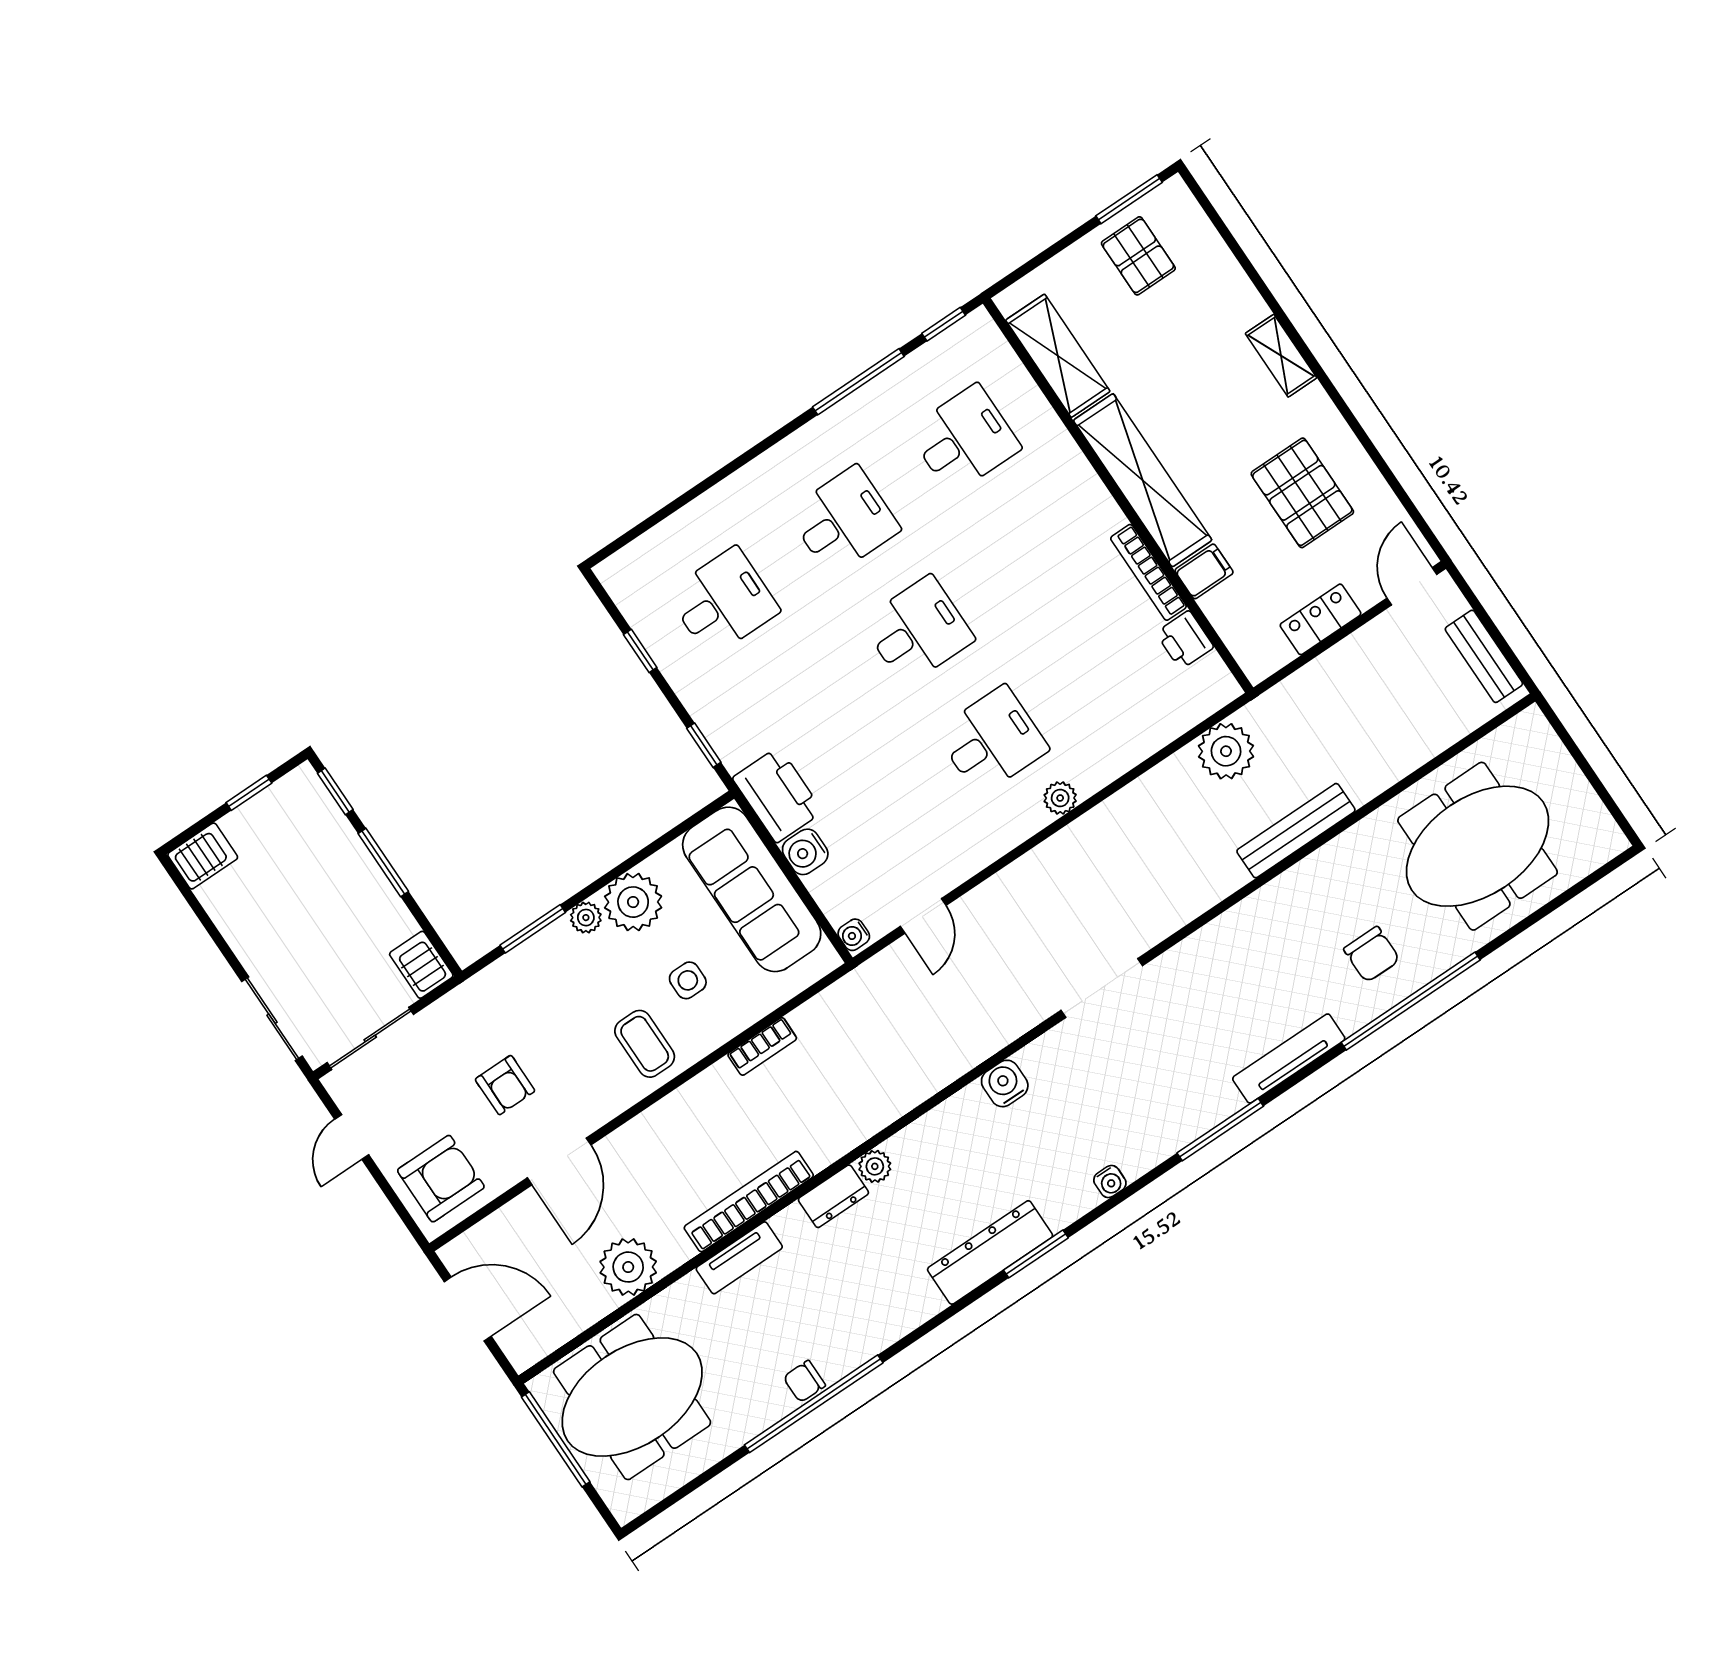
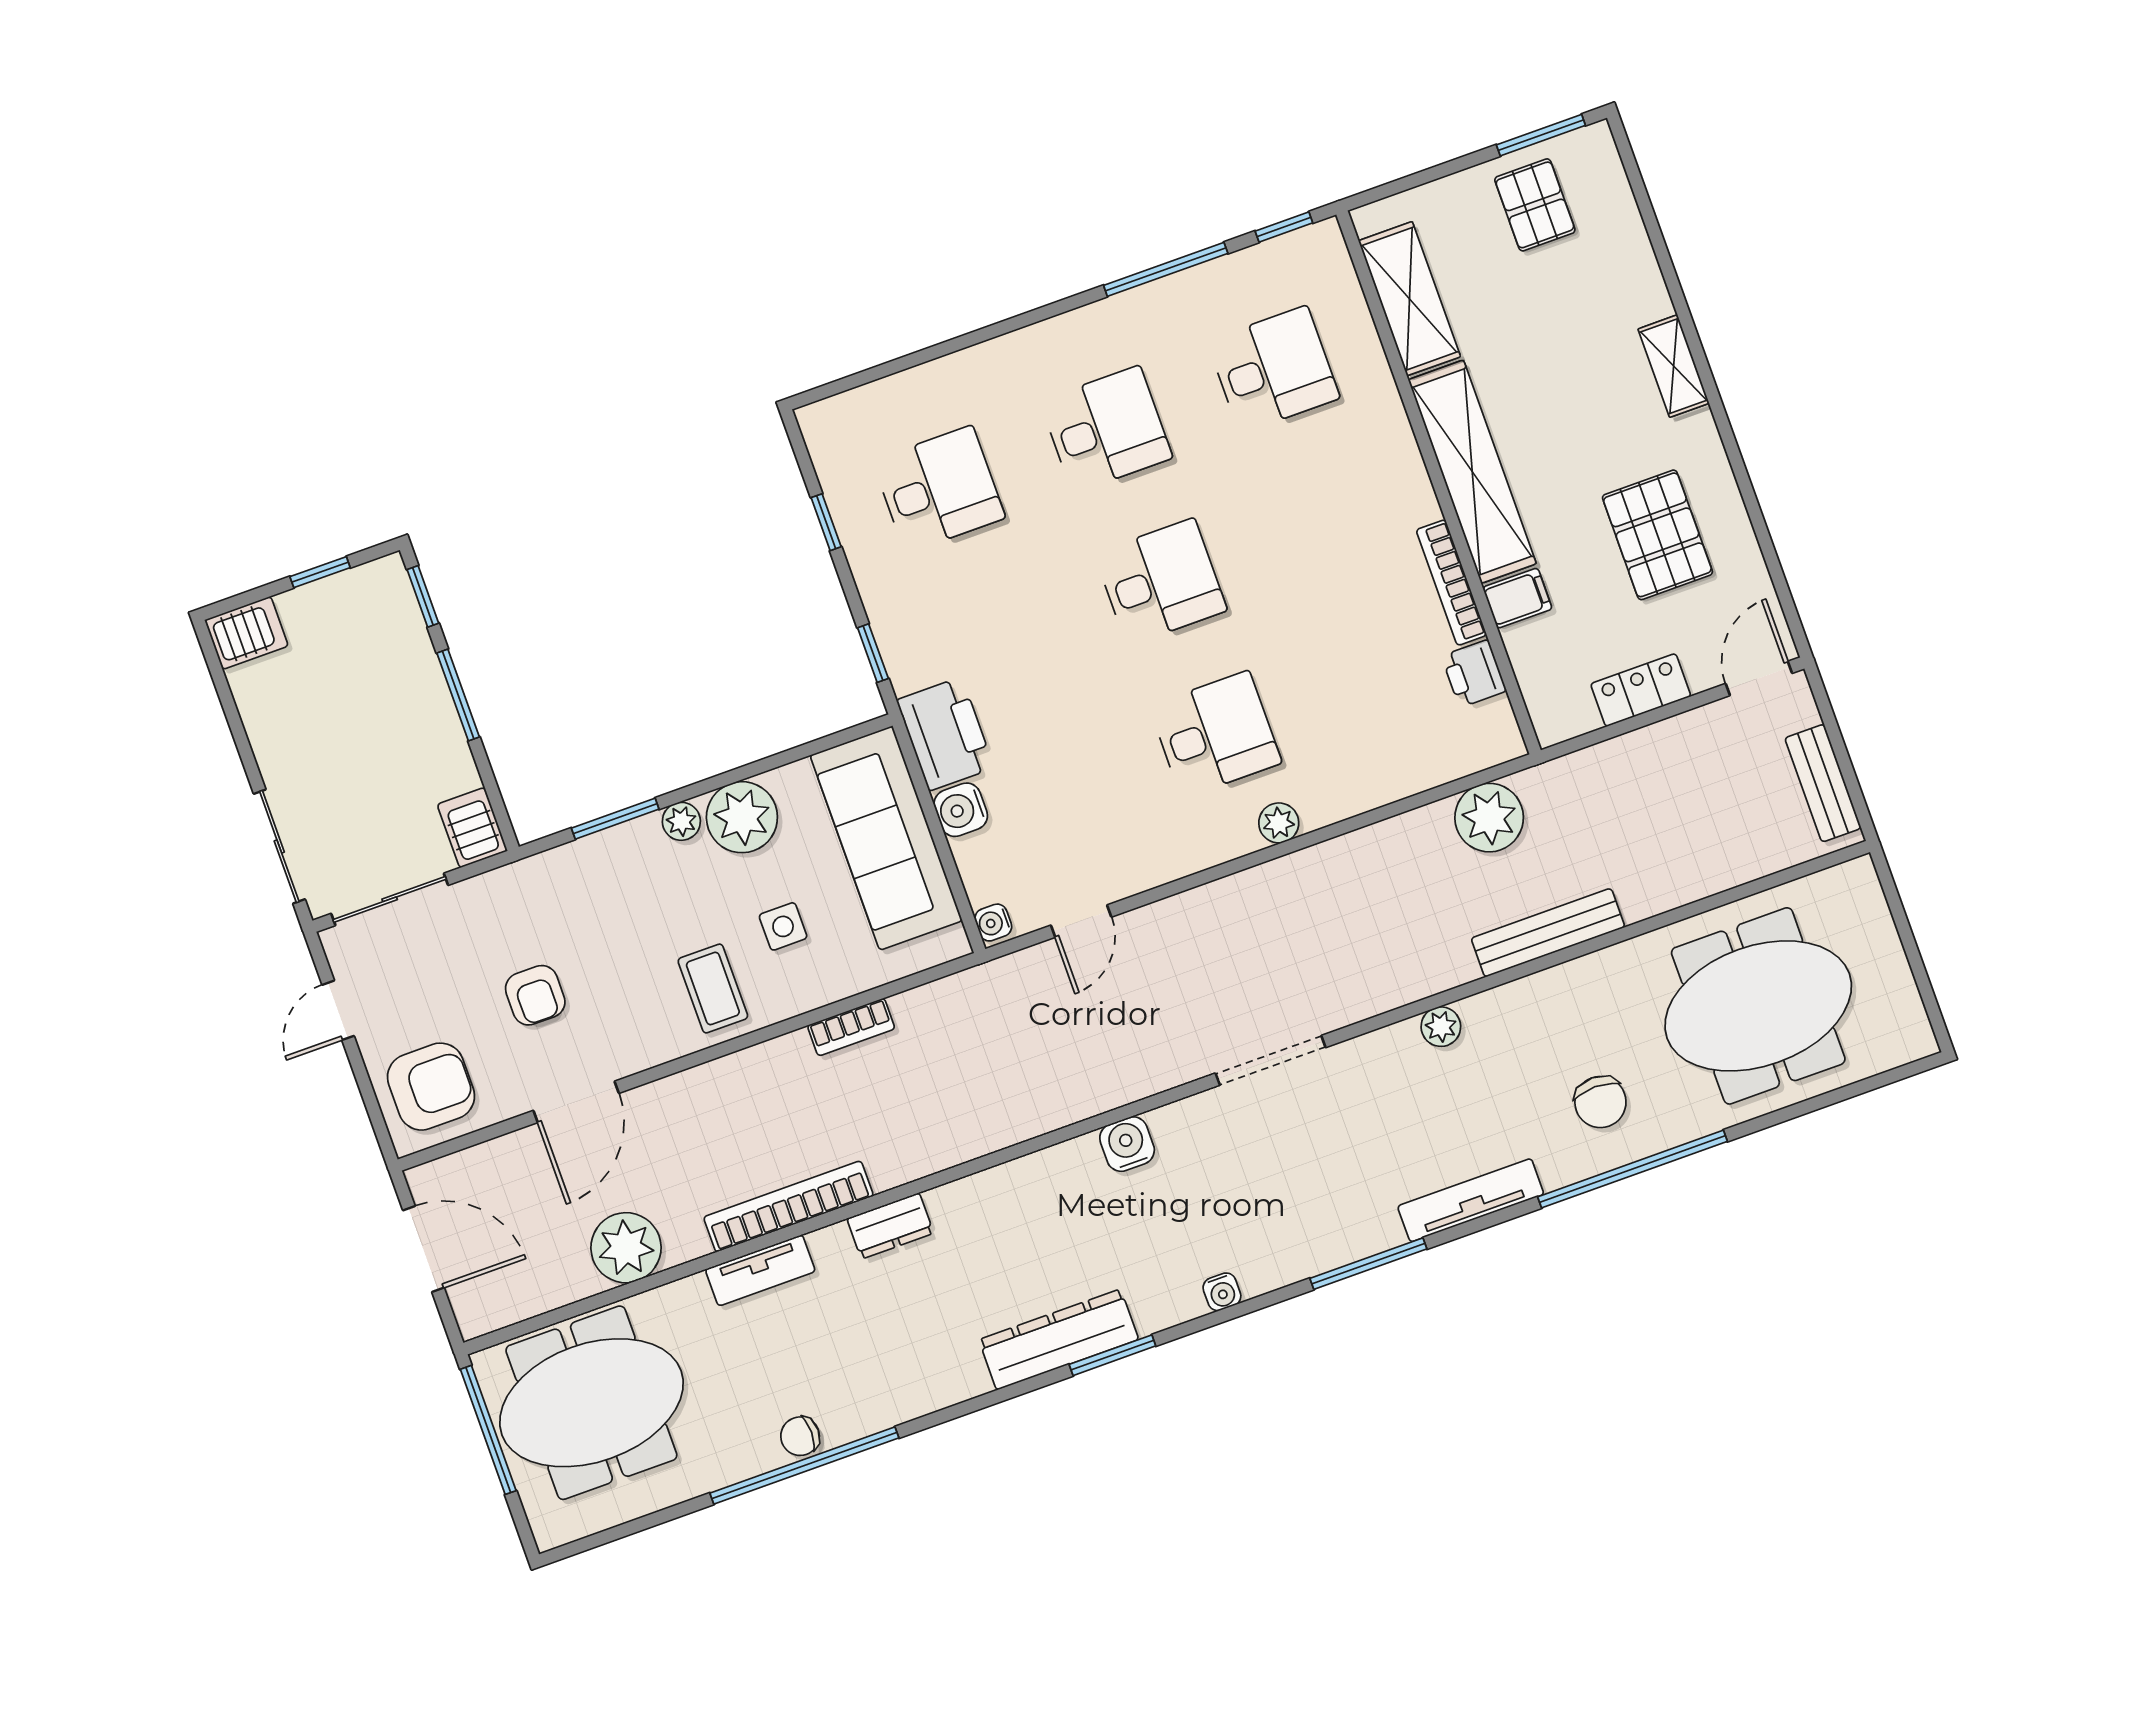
plant: (875, 1166) -> (1441, 1027), moved

